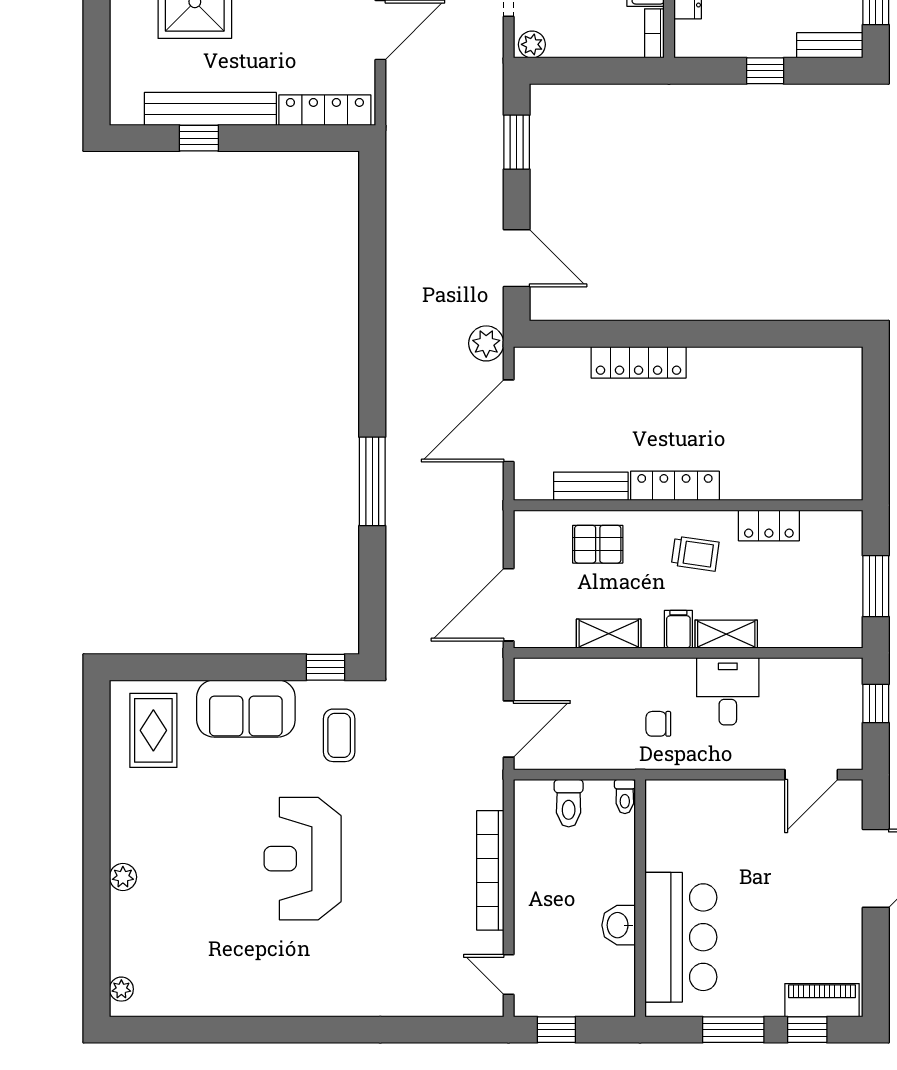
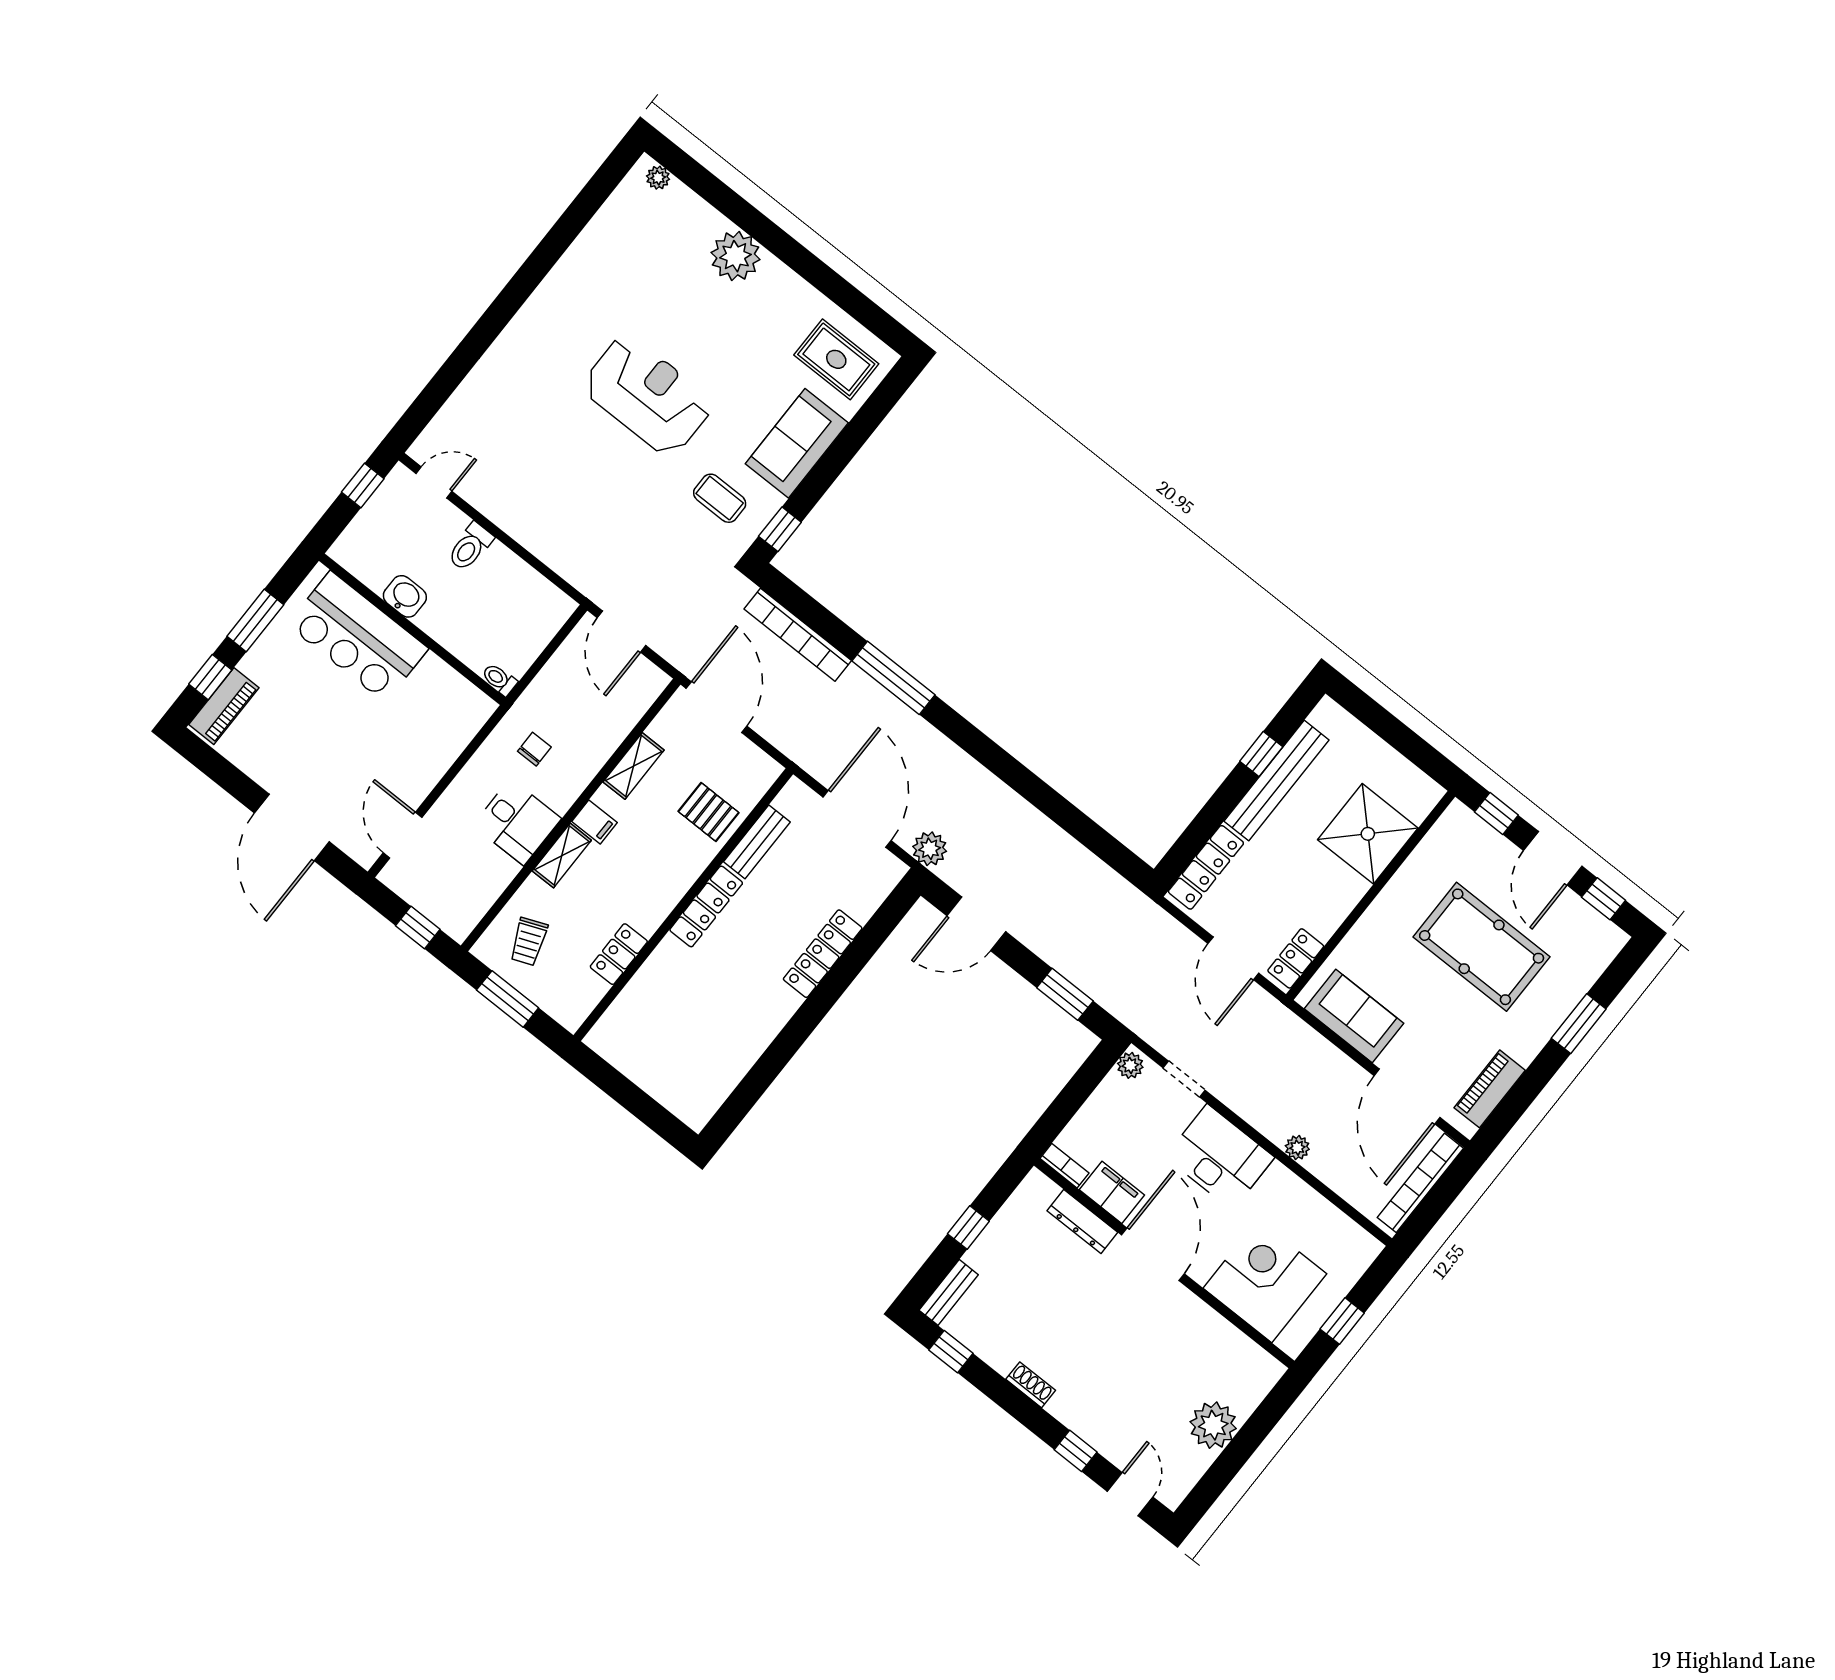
pallet: (598, 544) -> (709, 812), turned 90
trolley: (695, 554) -> (529, 942), moved, turned -30
toilet: (569, 803) -> (470, 547), moved, turned -90
bookcase: (490, 870) -> (798, 635), moved, turned 180
plant: (123, 877) -> (736, 256), width x1.88, depth x1.88

